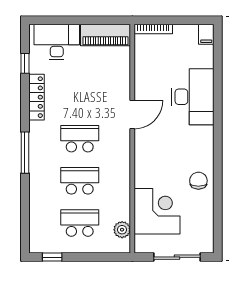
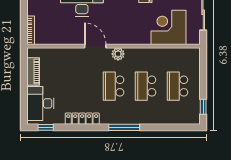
piano: (106, 35) -> (33, 72), width x0.73, depth x0.75
window: (25, 63) -> (46, 127), moved
plant: (122, 230) -> (118, 54), moved

